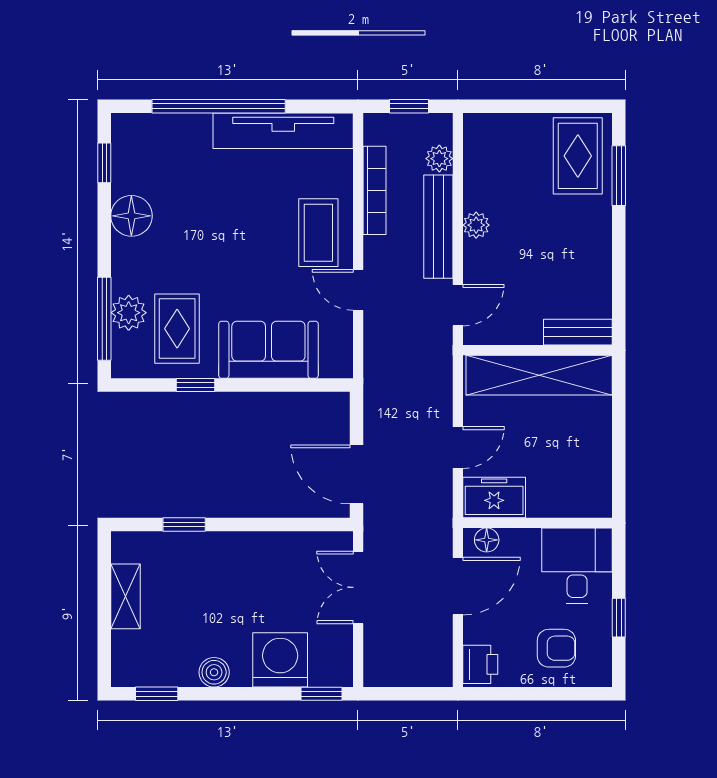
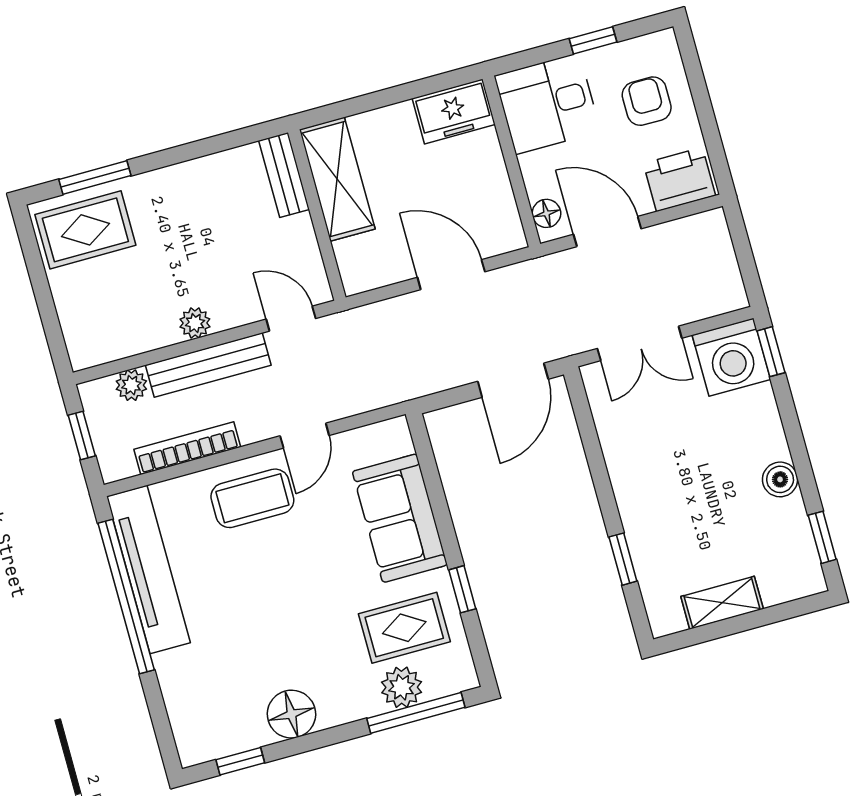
window: (219, 106) -> (126, 596), moved
shelving: (539, 375) -> (337, 179), width x0.68
door: (458, 448) -> (451, 275), width x1.38
freezer: (494, 498) -> (454, 111), moved, turned -90
washing machine: (280, 660) -> (731, 357), moved, turned -90
printer: (480, 664) -> (679, 179), width x1.36, depth x1.24

